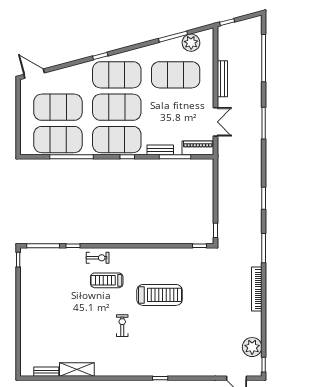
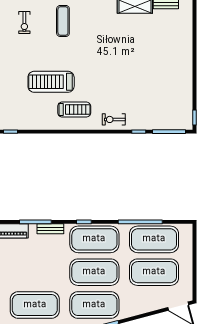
treadmill: (107, 280) -> (74, 110), moved
exercise bike: (122, 326) -> (24, 23), moved
exercise mat: (148, 355) -> (63, 21), added

